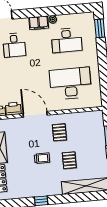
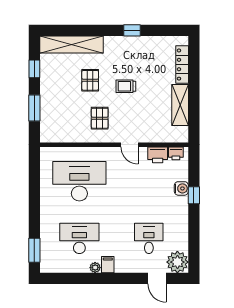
filing cabinet: (39, 23) -> (108, 265), width x0.50
desk: (70, 83) -> (79, 181), turned 180
door: (35, 114) -> (130, 145), width x0.53

